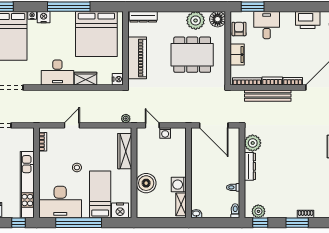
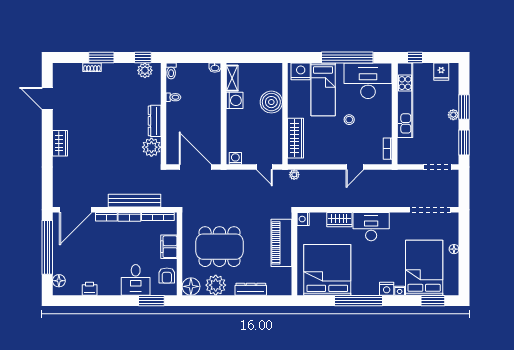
dresser: (143, 17) -> (251, 289), moved
printer: (308, 20) -> (90, 289), width x0.53, depth x0.68
washing machine: (165, 133) -> (235, 158), moved

